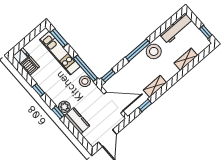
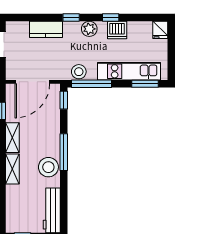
shelving: (186, 59) -> (12, 169), moved
dishwasher: (30, 66) -> (117, 30), moved
plant: (64, 107) -> (89, 29), moved

